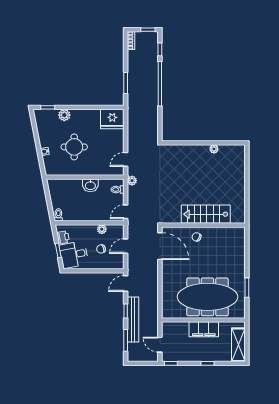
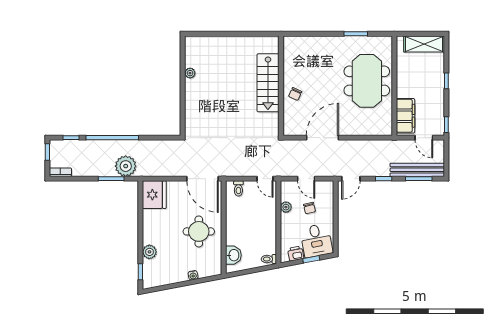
round table: (74, 147) -> (199, 231), moved
door: (126, 159) -> (202, 179), width x1.87
plant: (132, 181) -> (126, 166), moved, width x1.87, depth x1.87
washbasin: (90, 185) -> (233, 255), moved
door: (160, 246) -> (322, 138), moved
door: (126, 284) -> (351, 179), hinge flipped
meeting table: (207, 297) -> (367, 81), width x0.73
bench: (133, 320) -> (417, 170), moved
filing cabinet: (204, 329) -> (406, 116), moved
door: (160, 345) -> (424, 138), hinge flipped

